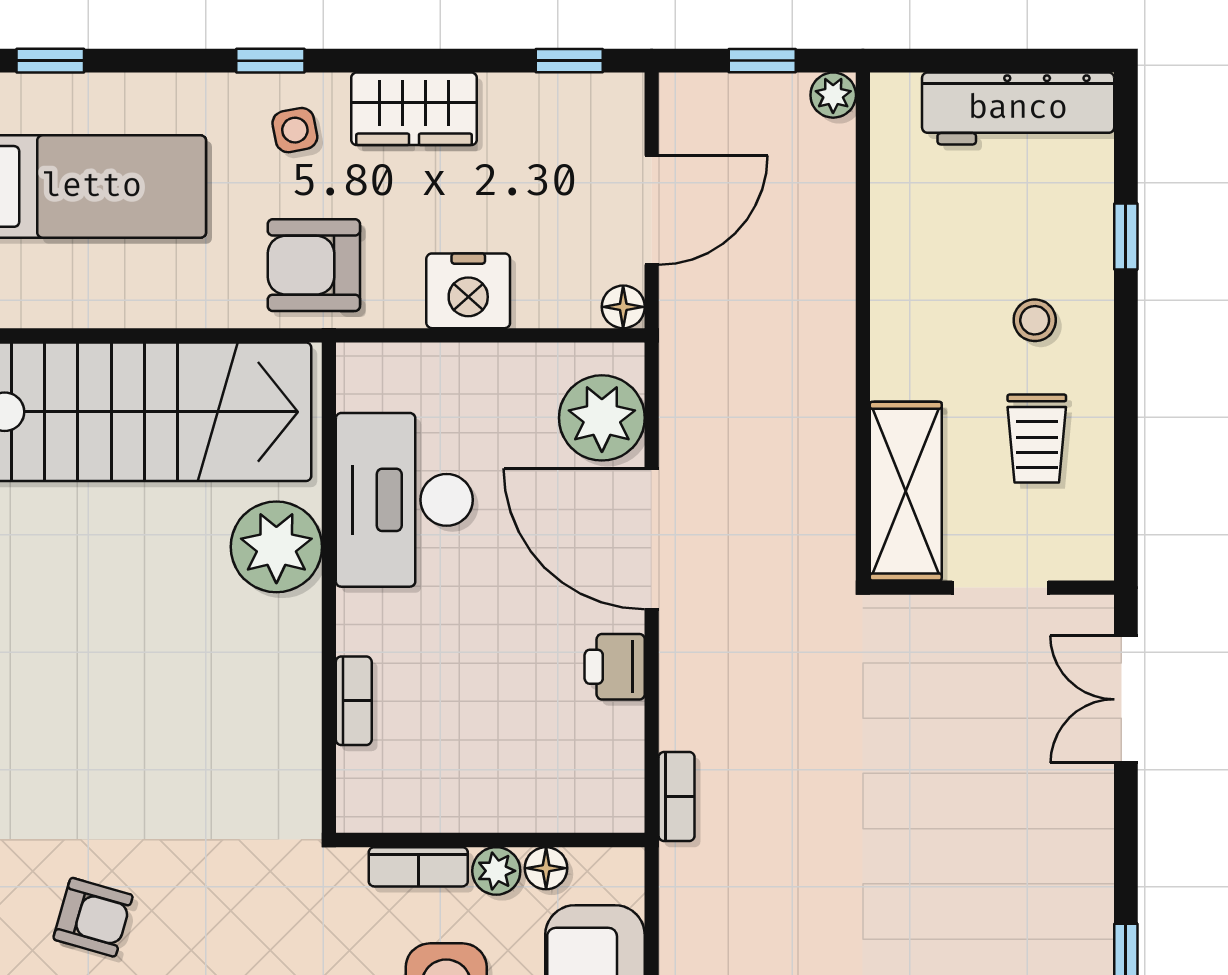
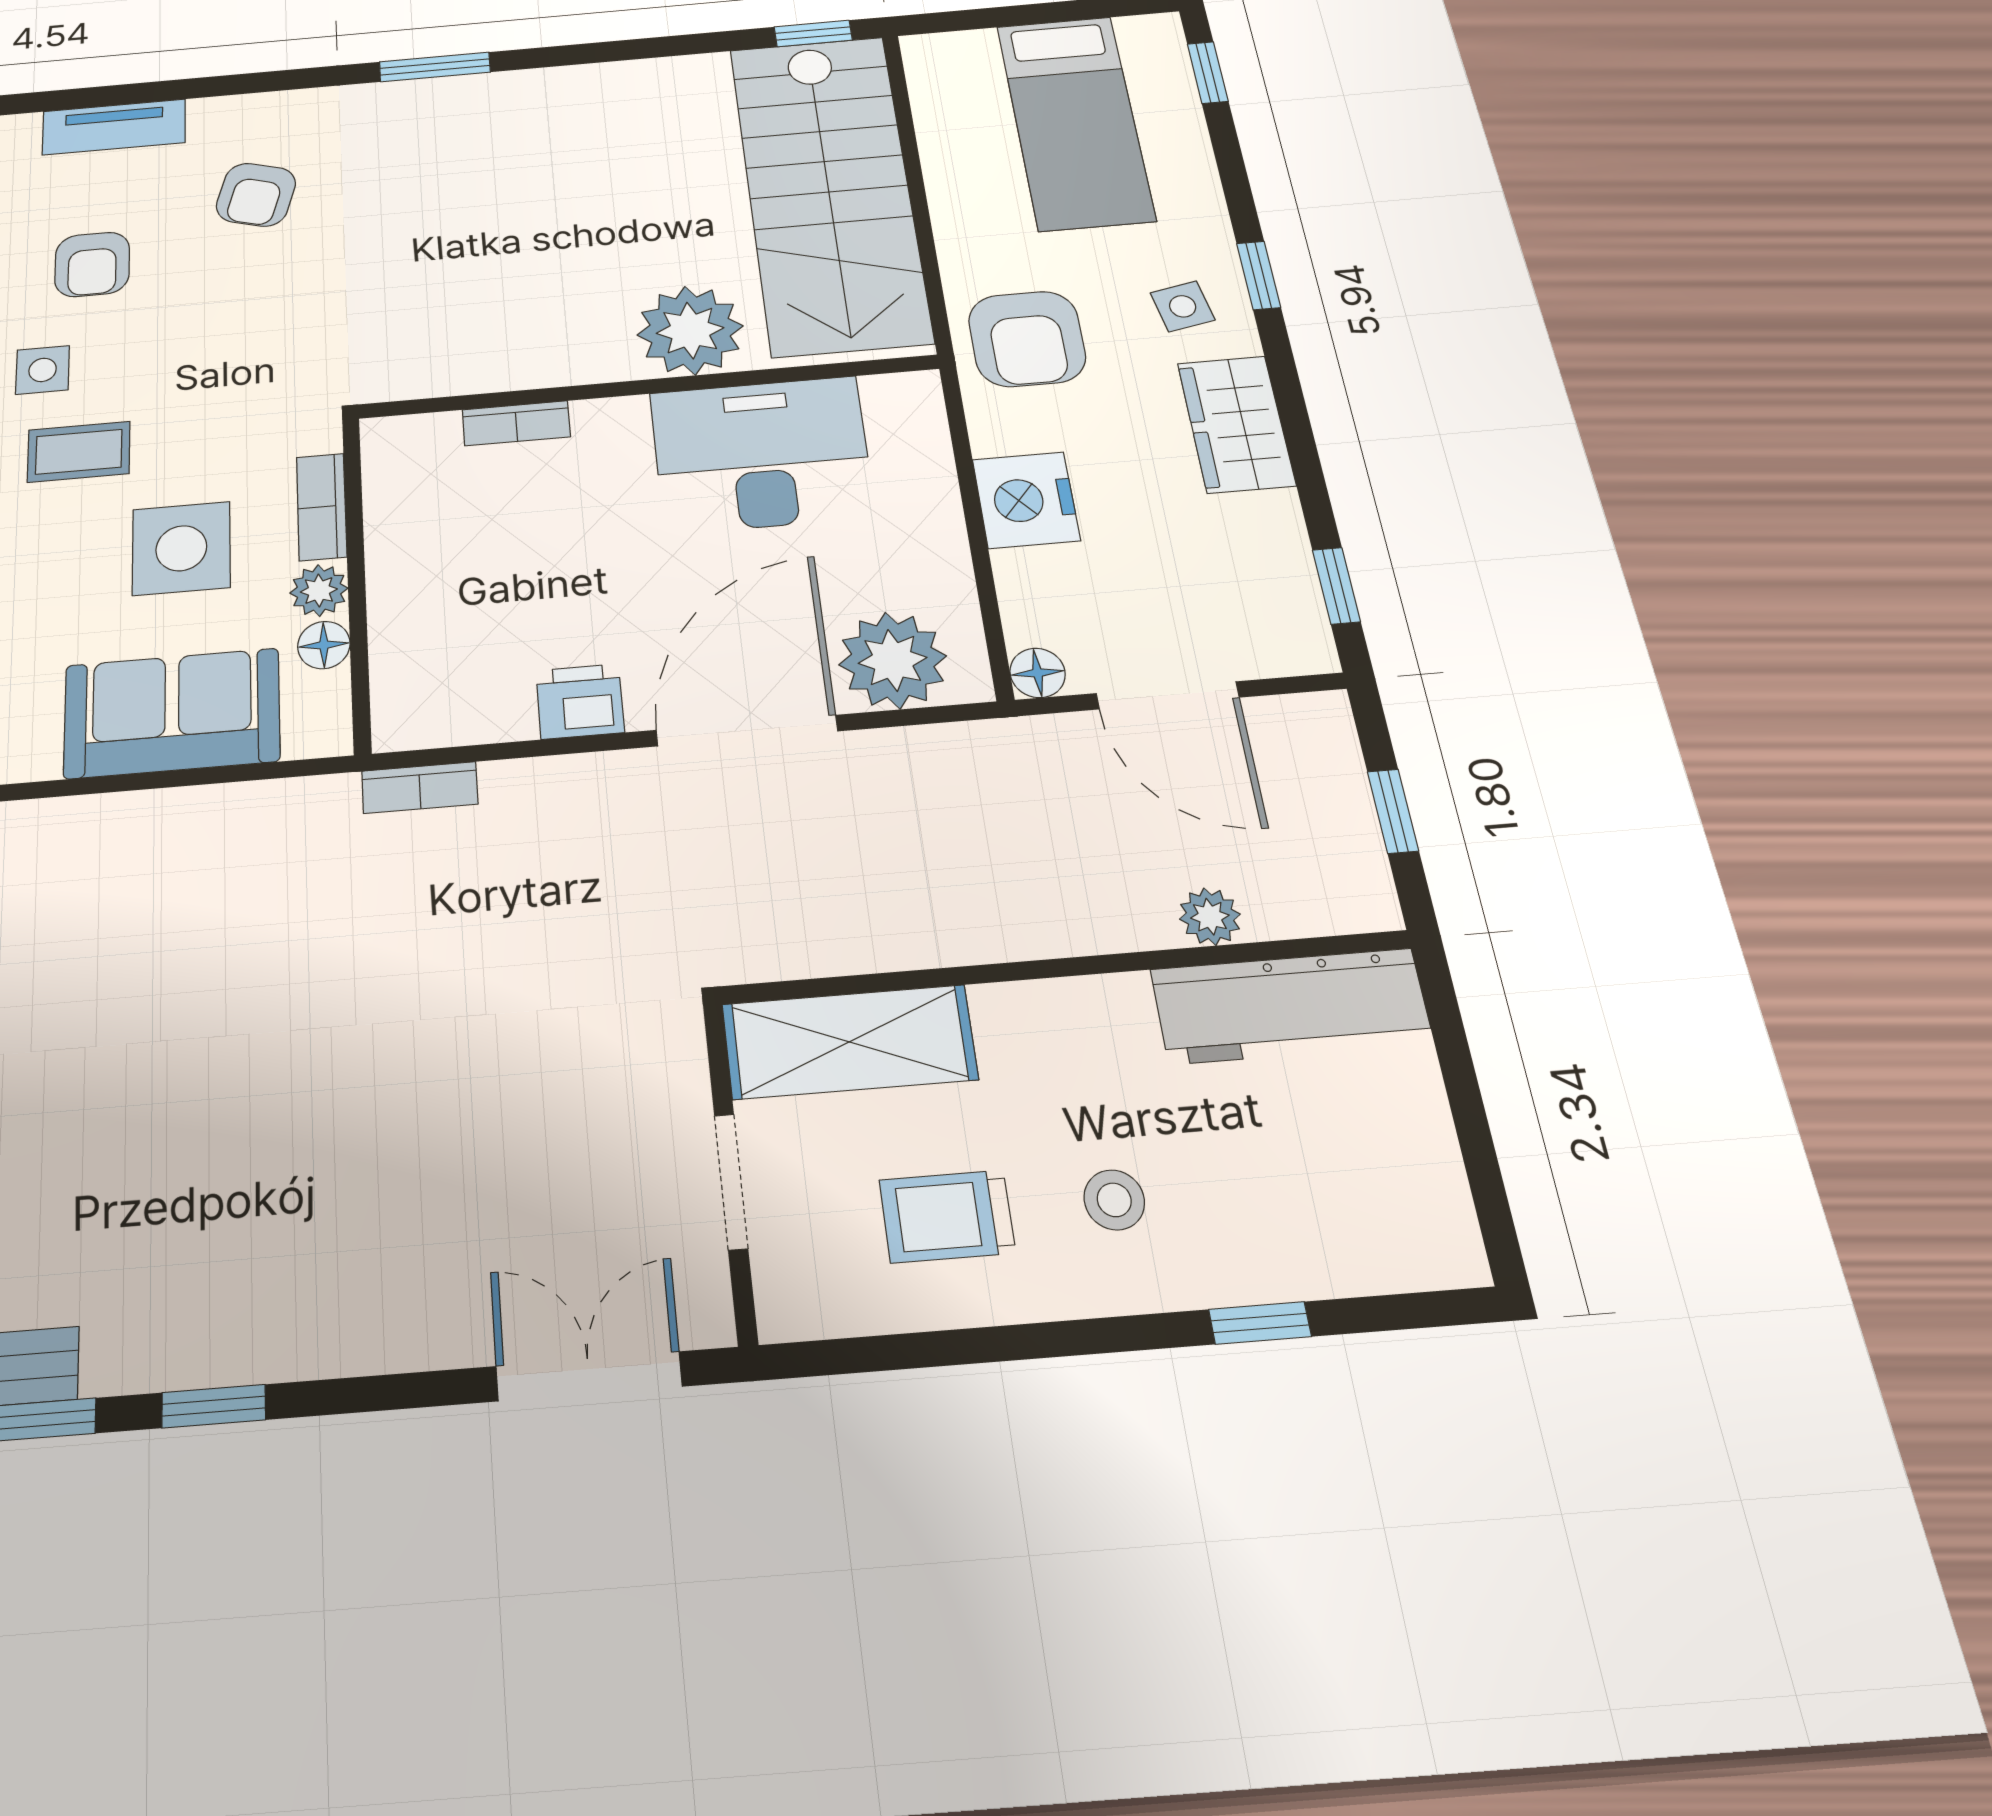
plant: (833, 95) -> (1210, 917), moved
workbench: (1018, 108) -> (1291, 1006), moved, turned -90
armchair: (314, 265) -> (1027, 339), turned 180

